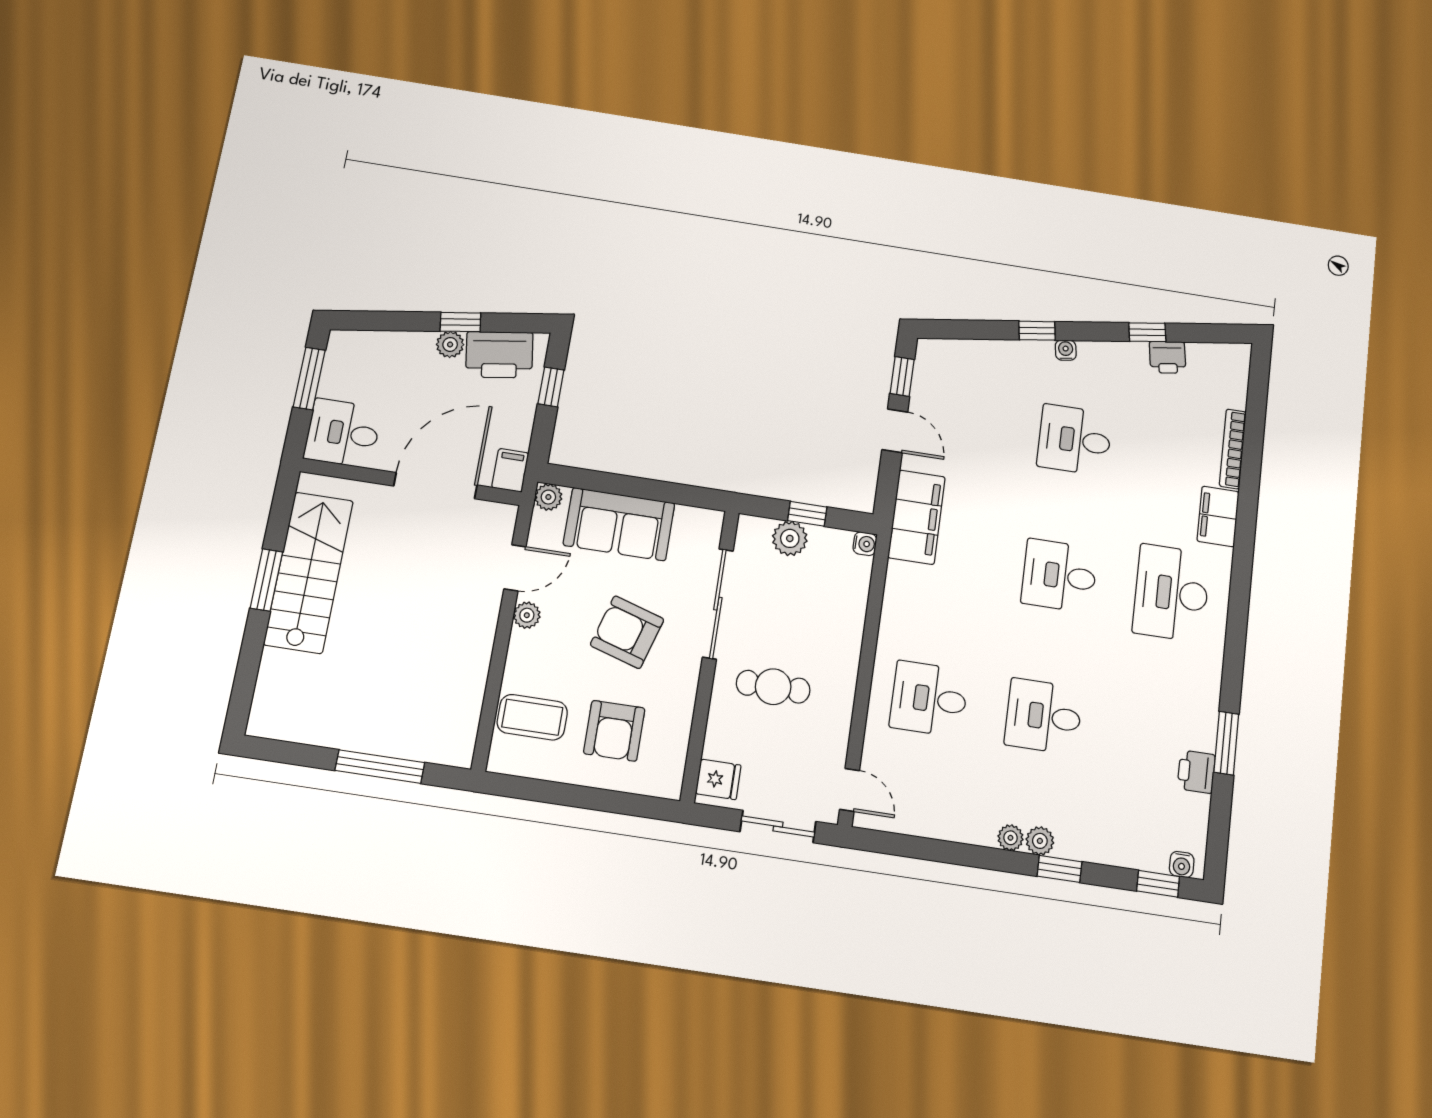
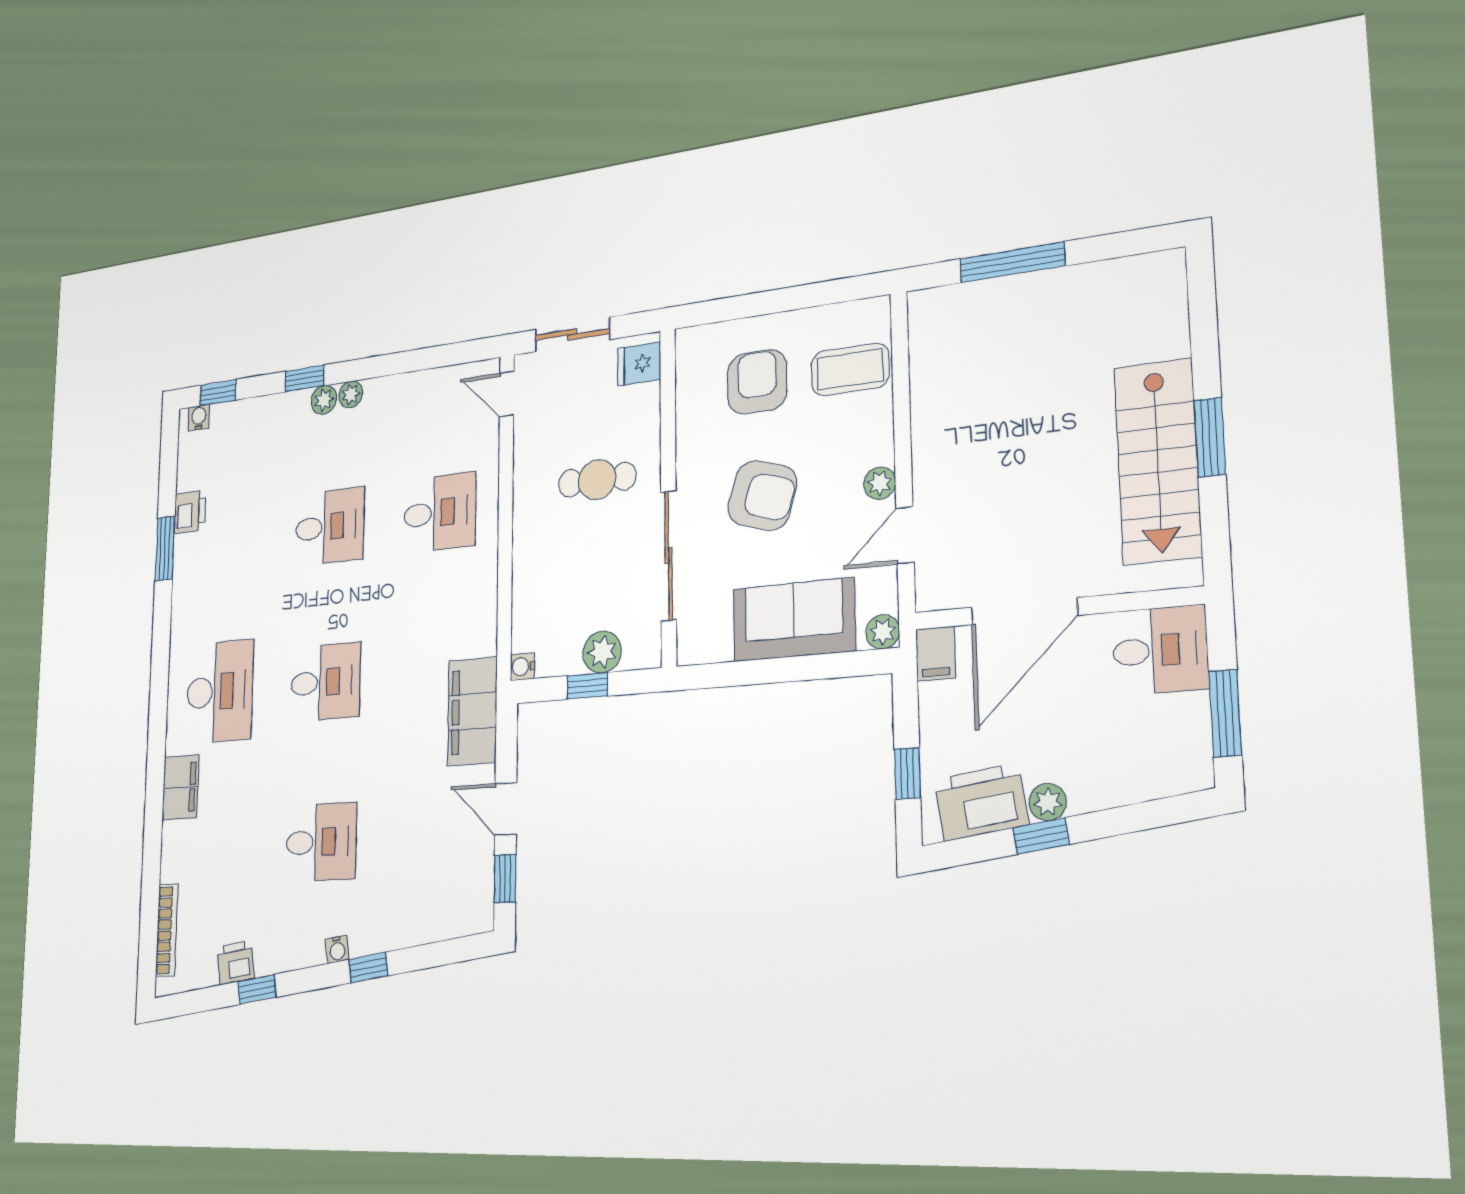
bookcase: (1233, 449) -> (167, 930), moved

